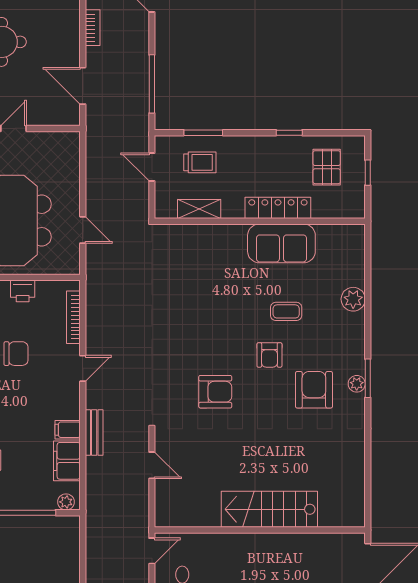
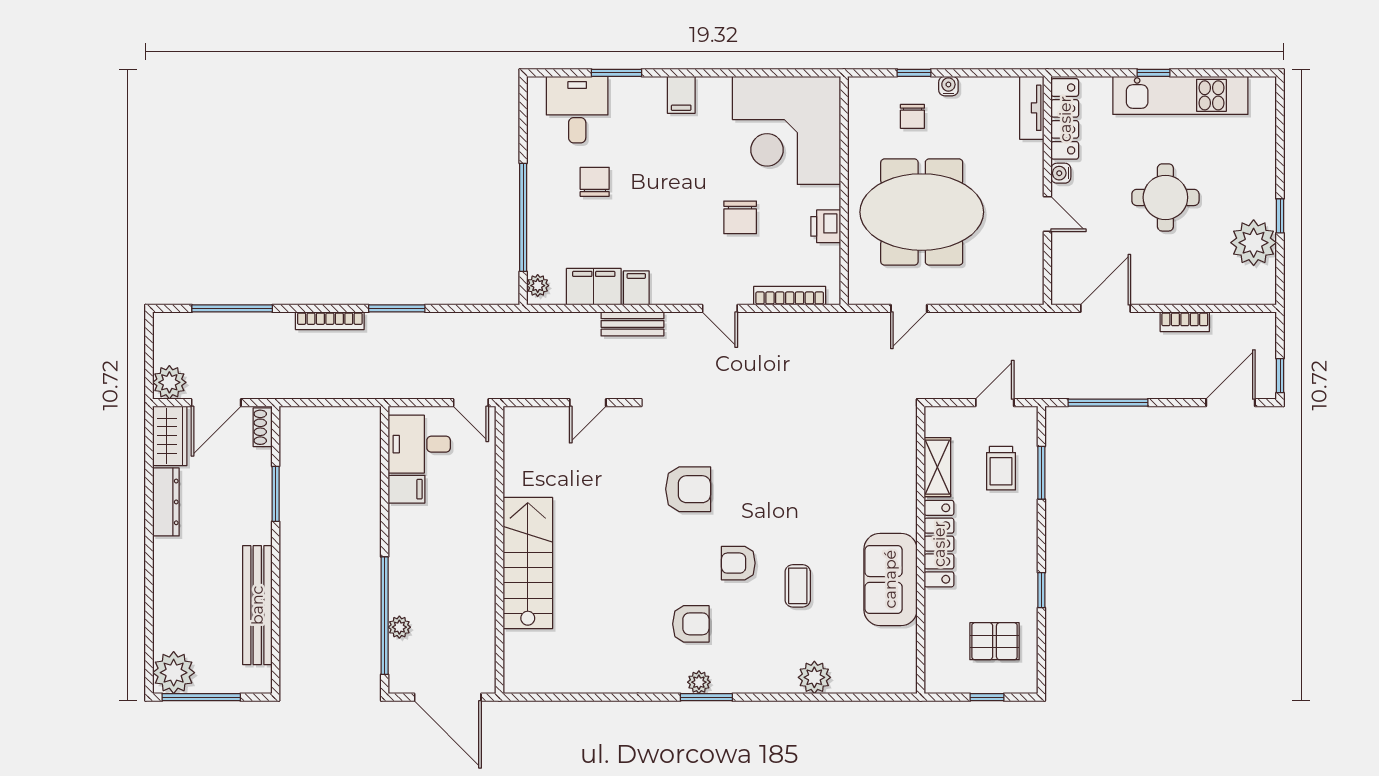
locker: (278, 208) -> (939, 544), moved
armchair: (314, 390) -> (691, 624), width x0.72, depth x0.72
armchair: (215, 392) -> (688, 489), turned -90

